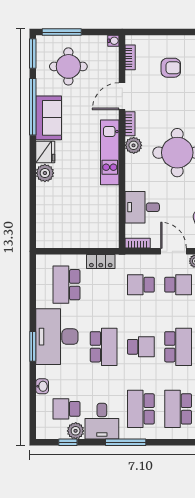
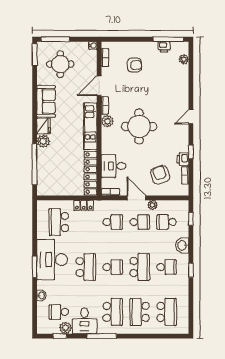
window: (33, 107) -> (35, 164), moved
locker: (110, 217) -> (91, 173), added
school desk: (141, 285) -> (113, 222), turned 180
school desk: (141, 409) -> (113, 312), turned 180

